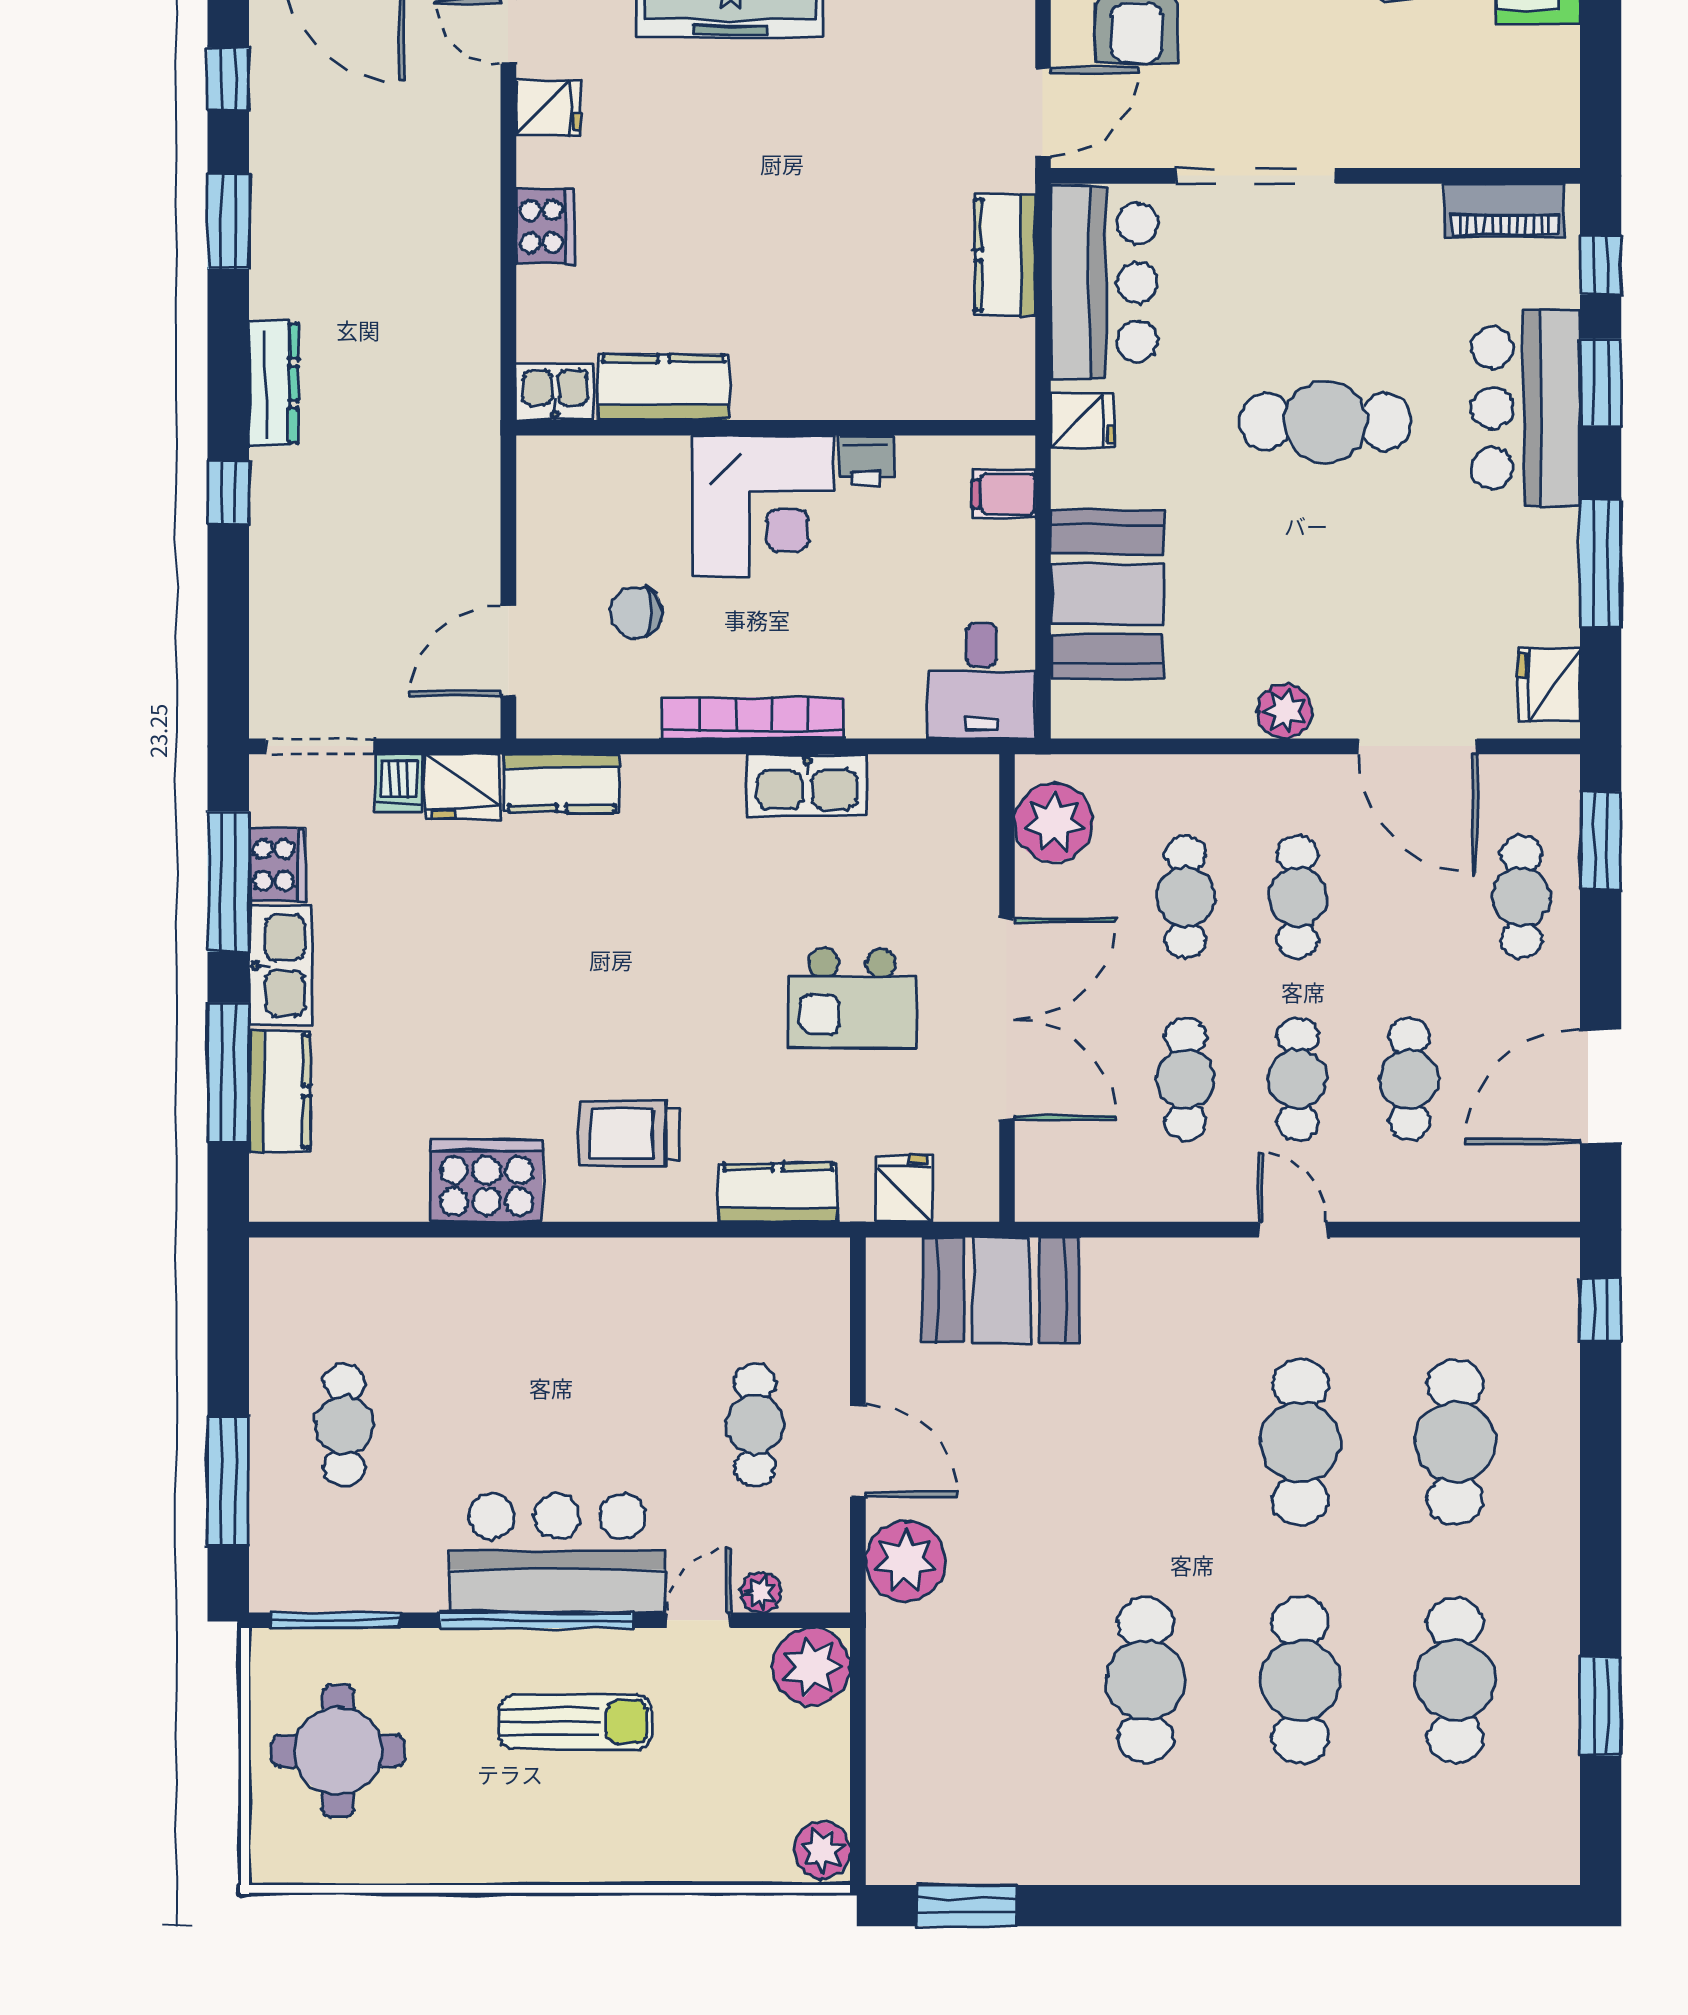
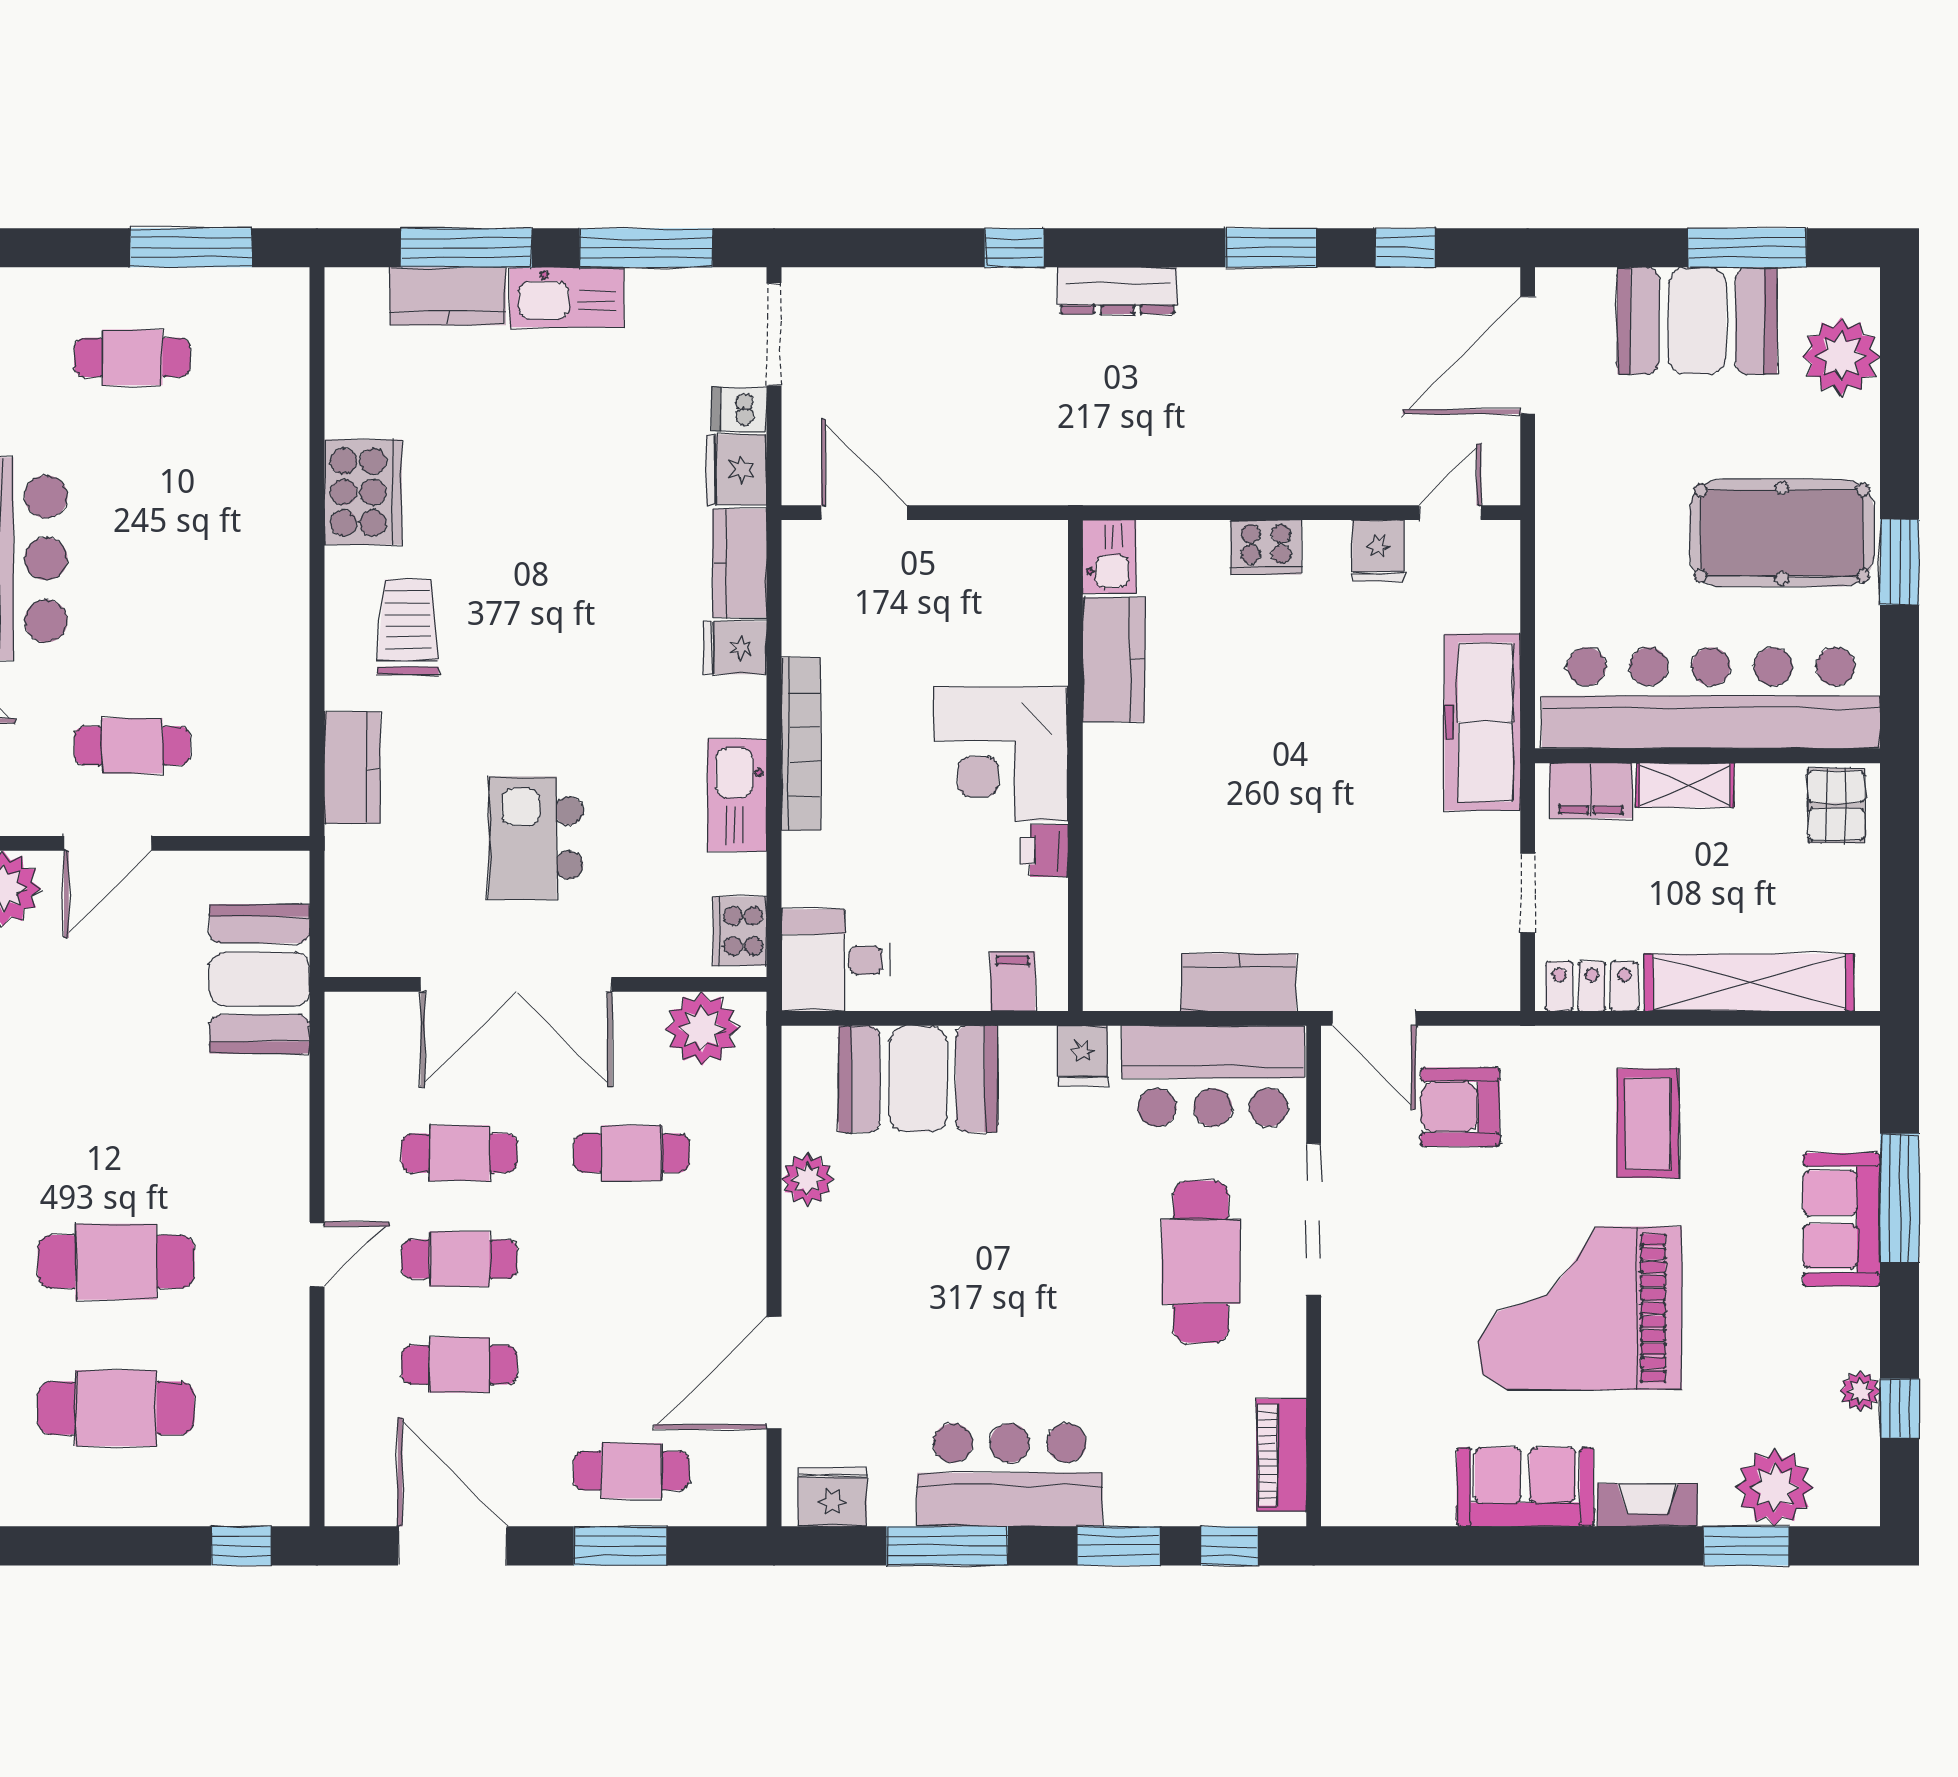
bar counter: (1526, 408) -> (1010, 1475), moved
cafe table: (1326, 422) -> (1201, 1262), moved
chair: (636, 612) -> (901, 633), removed
plant: (1285, 711) -> (807, 1179), moved
window: (1601, 841) -> (620, 1546), moved
cooker: (277, 865) -> (740, 931), moved, turned 90
cafe table: (1297, 897) -> (632, 1259), removed
fridge: (904, 1189) -> (735, 648), moved, turned 180
window: (228, 1481) -> (191, 248), moved

